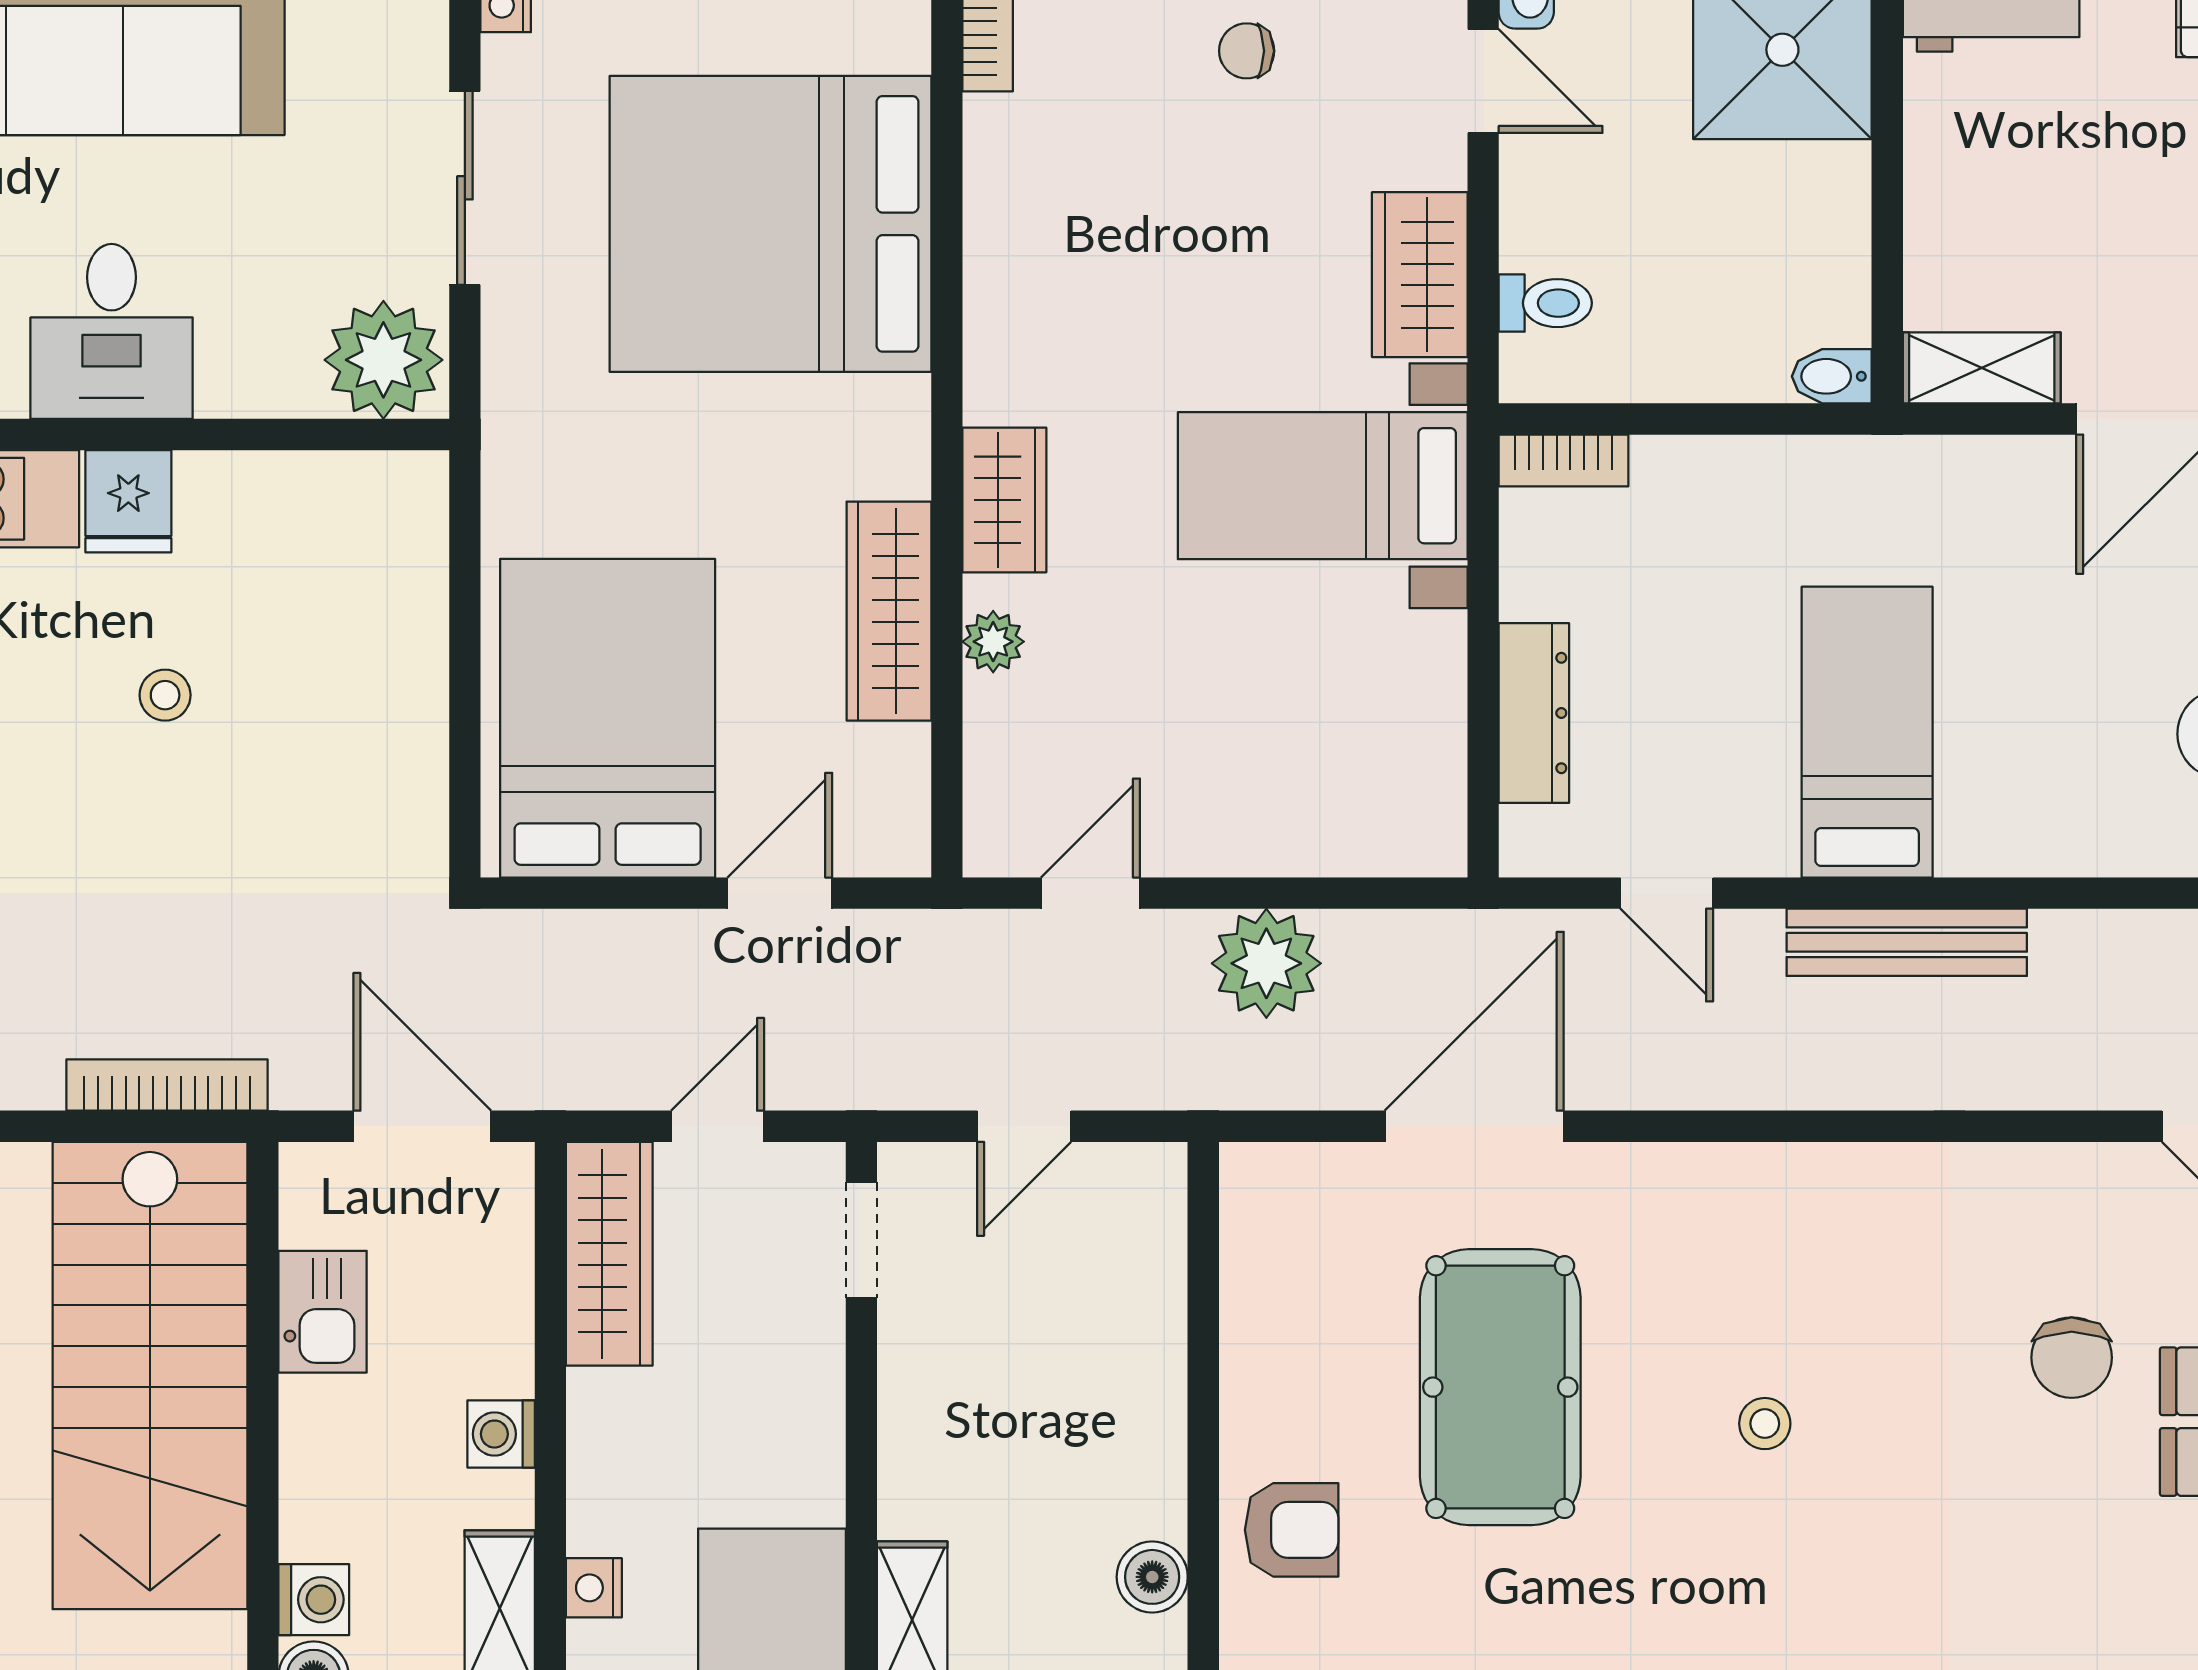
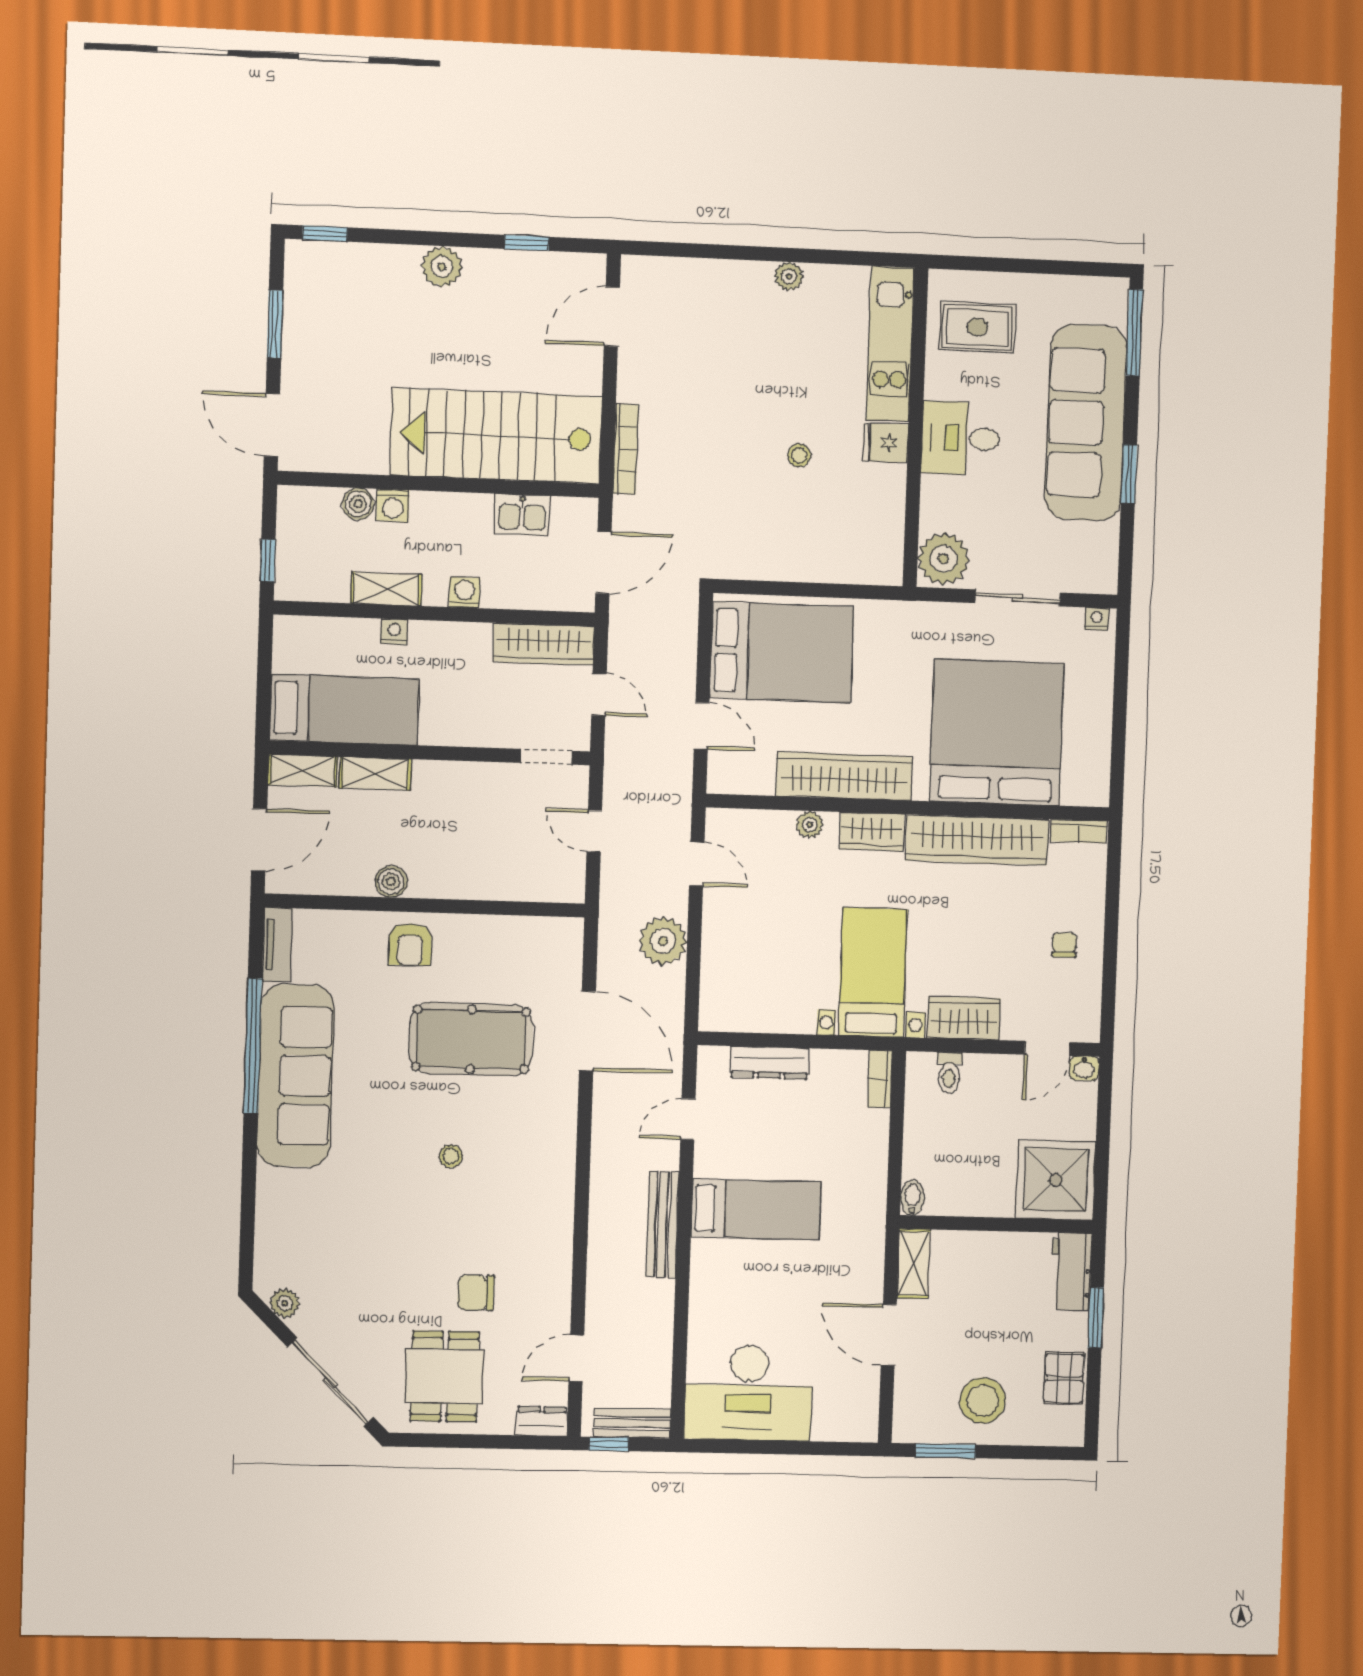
wardrobe: (1015, 259) -> (977, 840), added
wardrobe: (889, 611) -> (844, 776), width x1.40, depth x1.17

